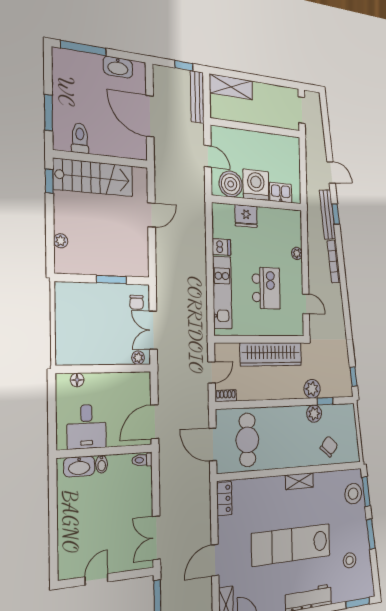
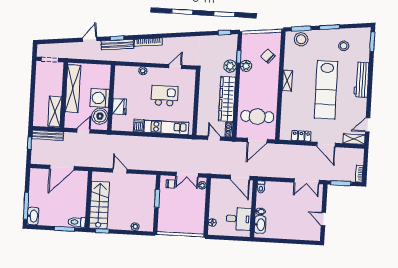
washbasin: (118, 67) -> (33, 216), moved
shelving: (231, 87) -> (55, 111), moved
toilet: (80, 138) -> (77, 222), moved
shelving: (266, 143) -> (73, 89), added
kitchen sink: (281, 193) -> (104, 80), removed
wardrobe: (271, 354) -> (227, 99), moved, turned 180
locker: (224, 499) -> (301, 136), moved

